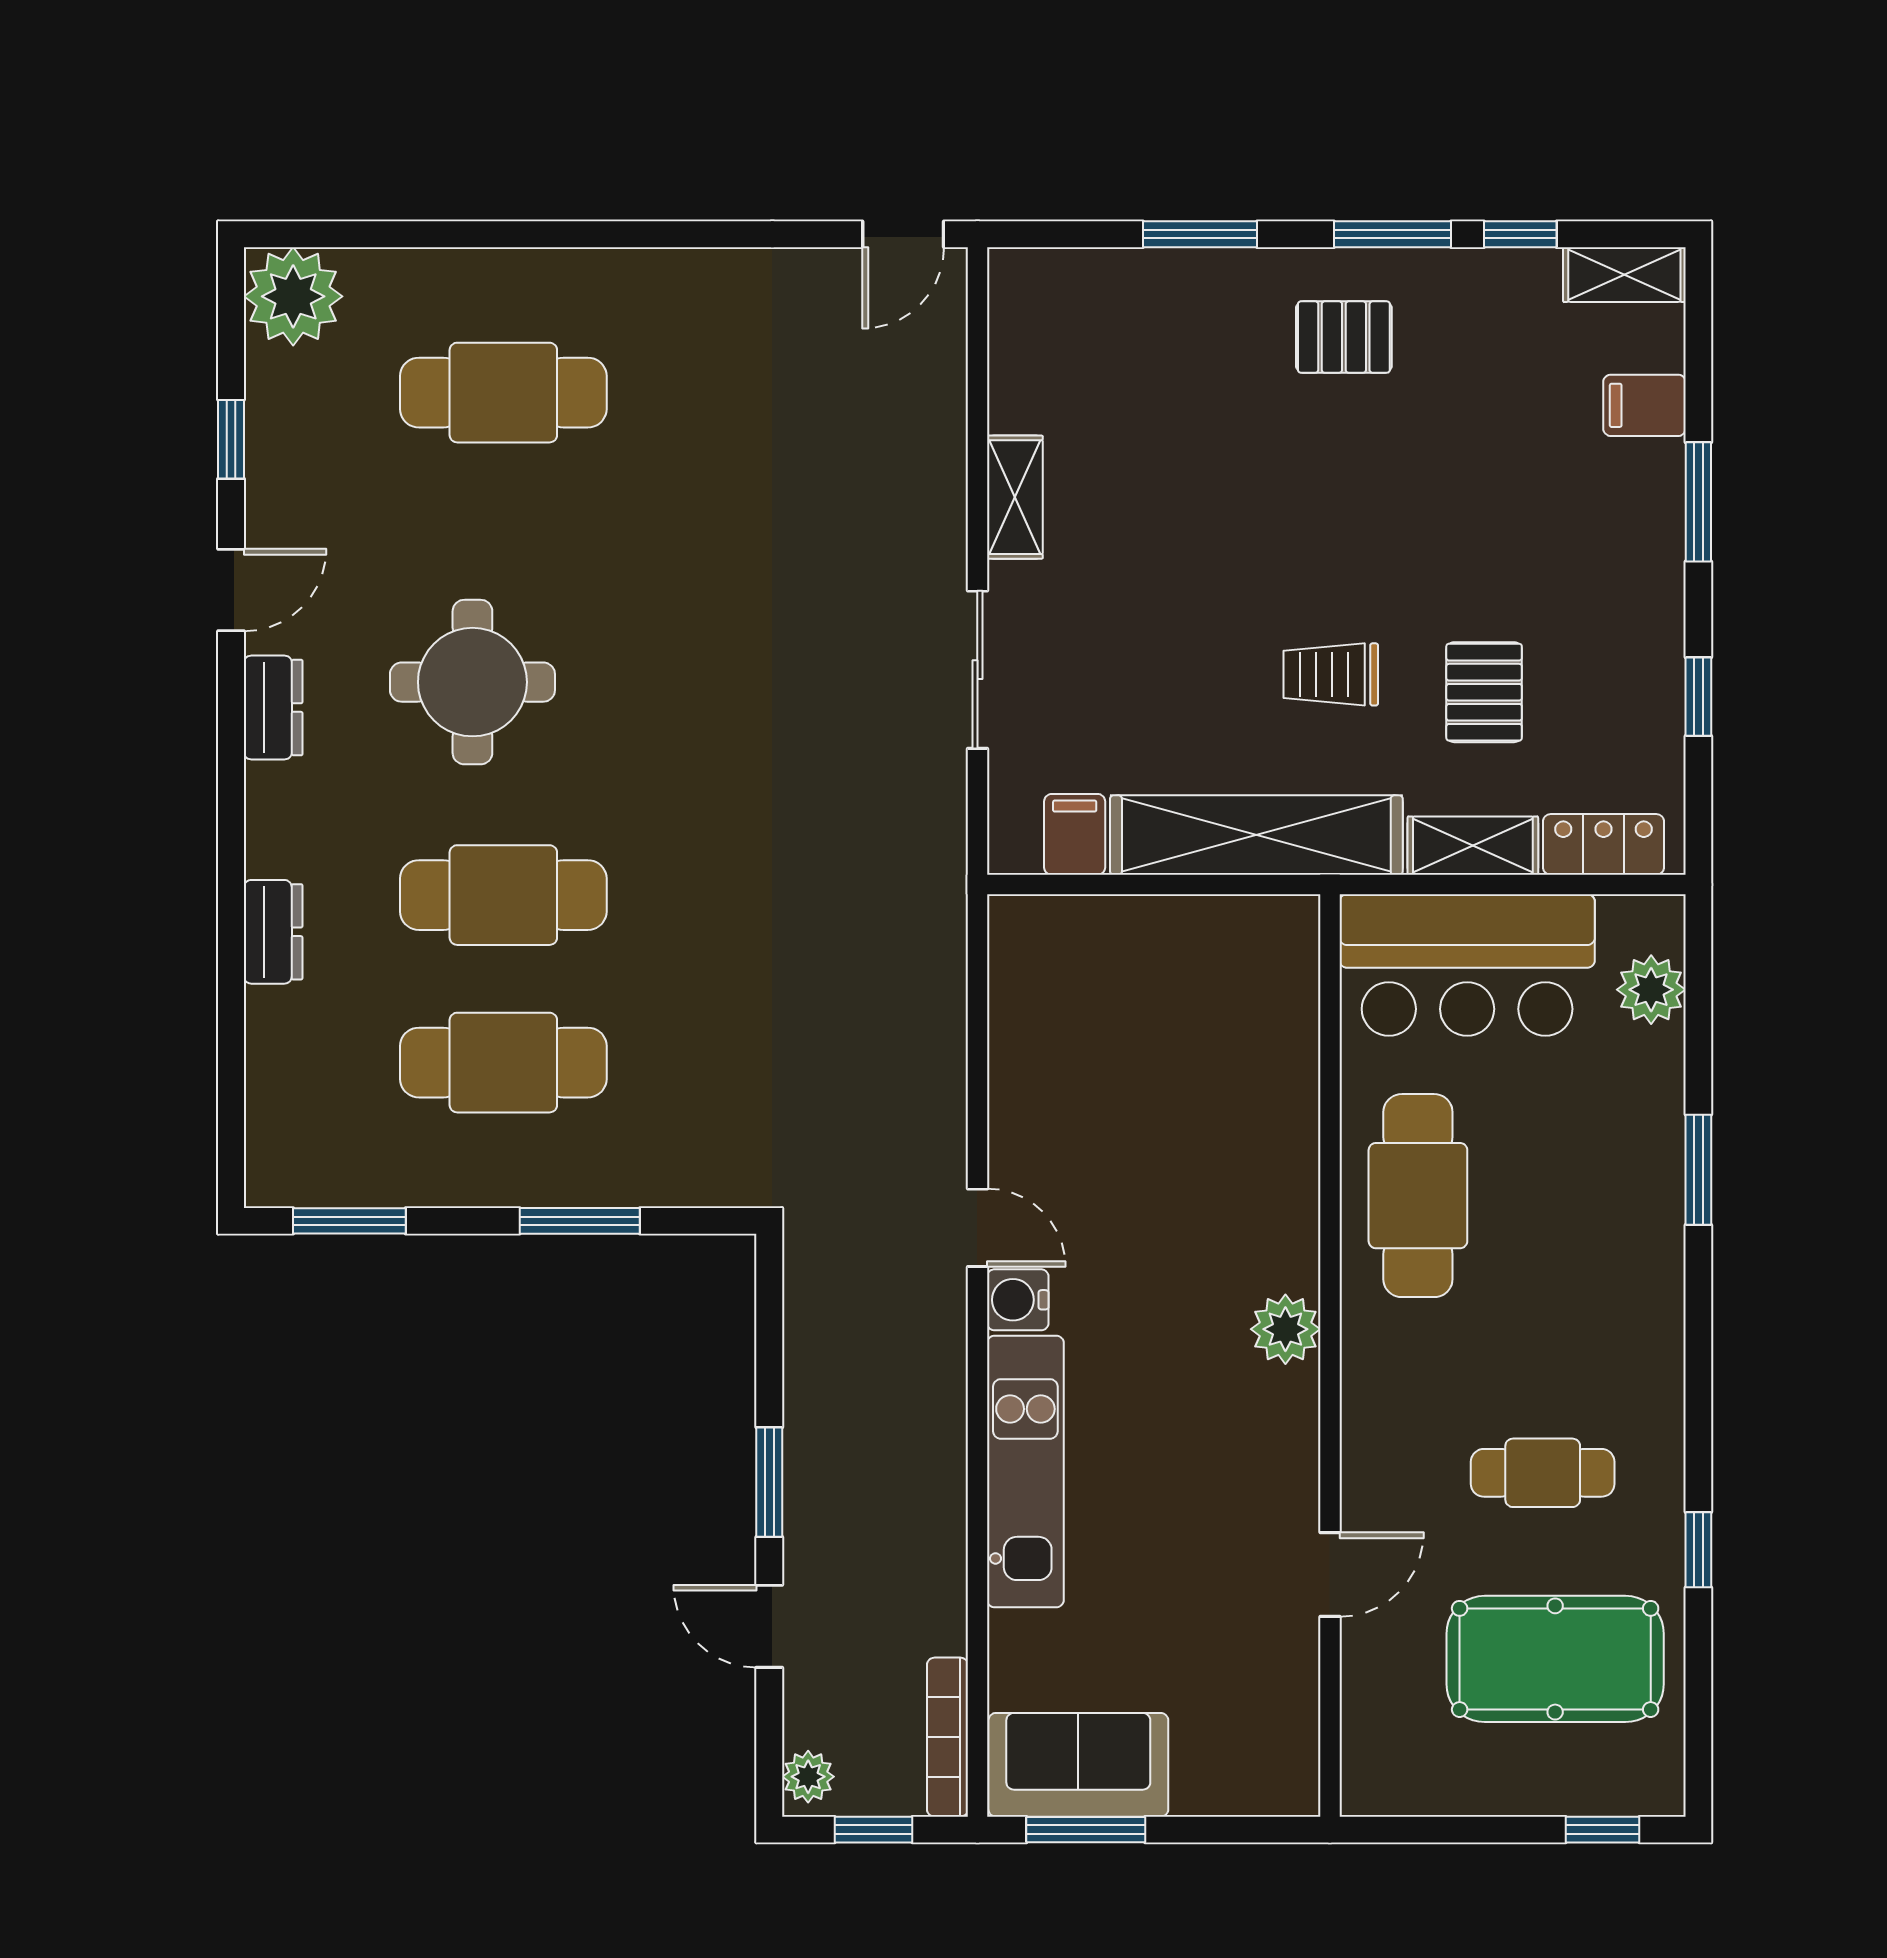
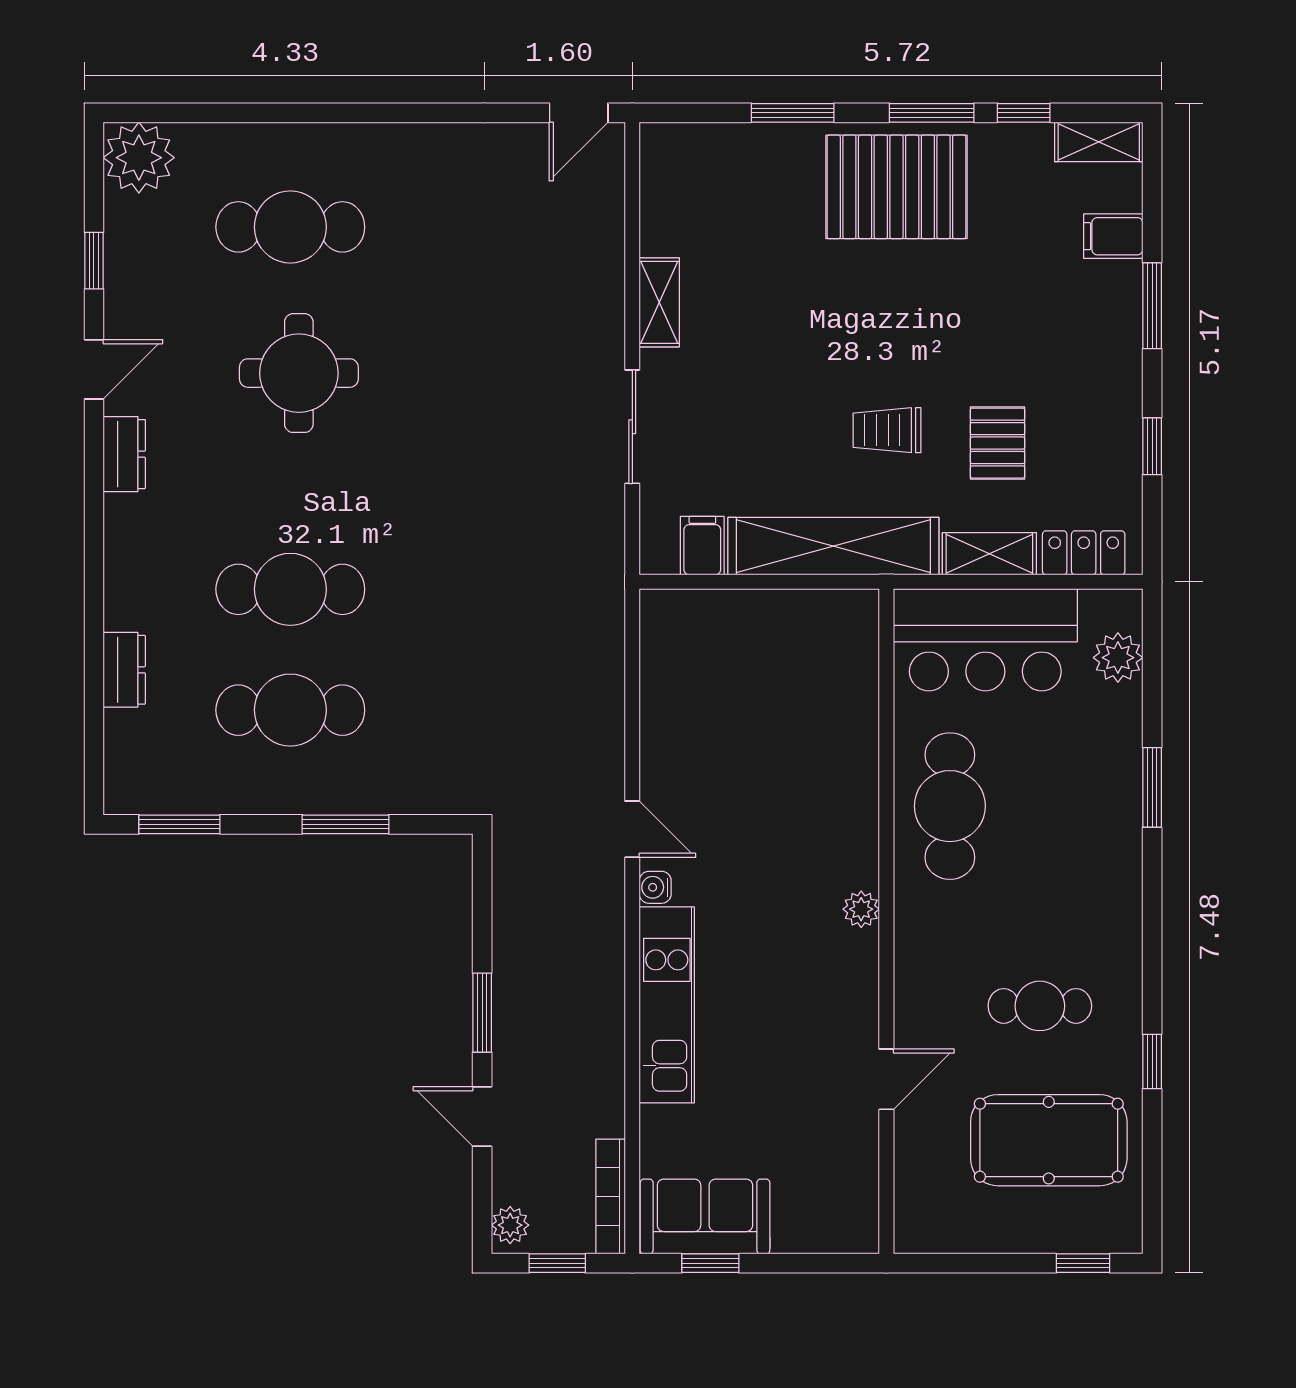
pallet: (1344, 337) -> (896, 187), width x2.05, depth x2.00
round table: (472, 682) -> (299, 373), moved
dresser: (273, 932) -> (124, 670), moved
water cooler: (1018, 1300) -> (655, 887), width x0.72, depth x0.72
plant: (1285, 1329) -> (861, 909), width x0.73, depth x0.73
window: (1086, 1830) -> (710, 1263), width x0.67

